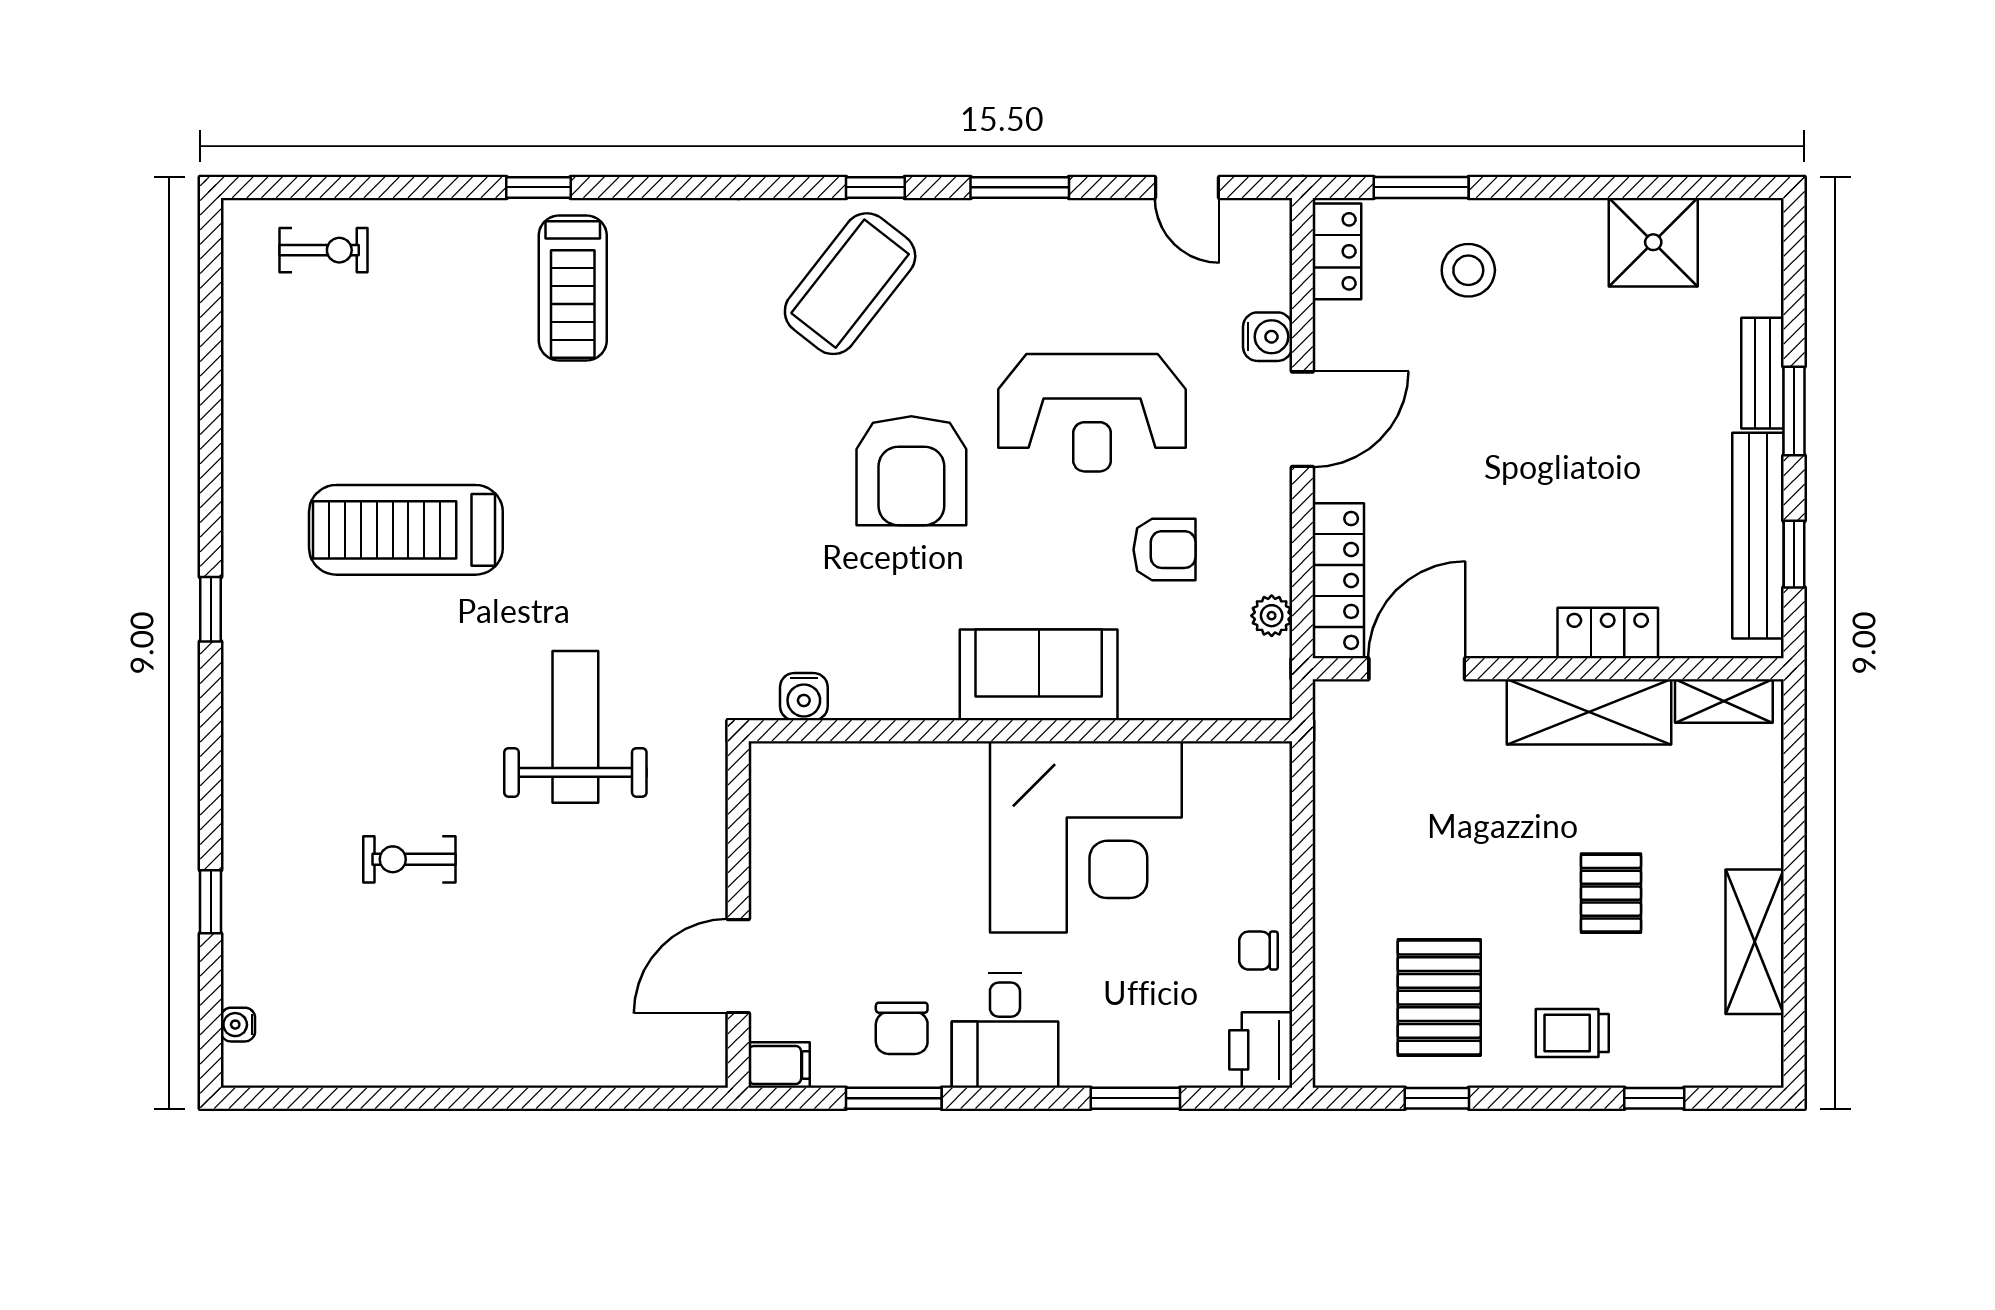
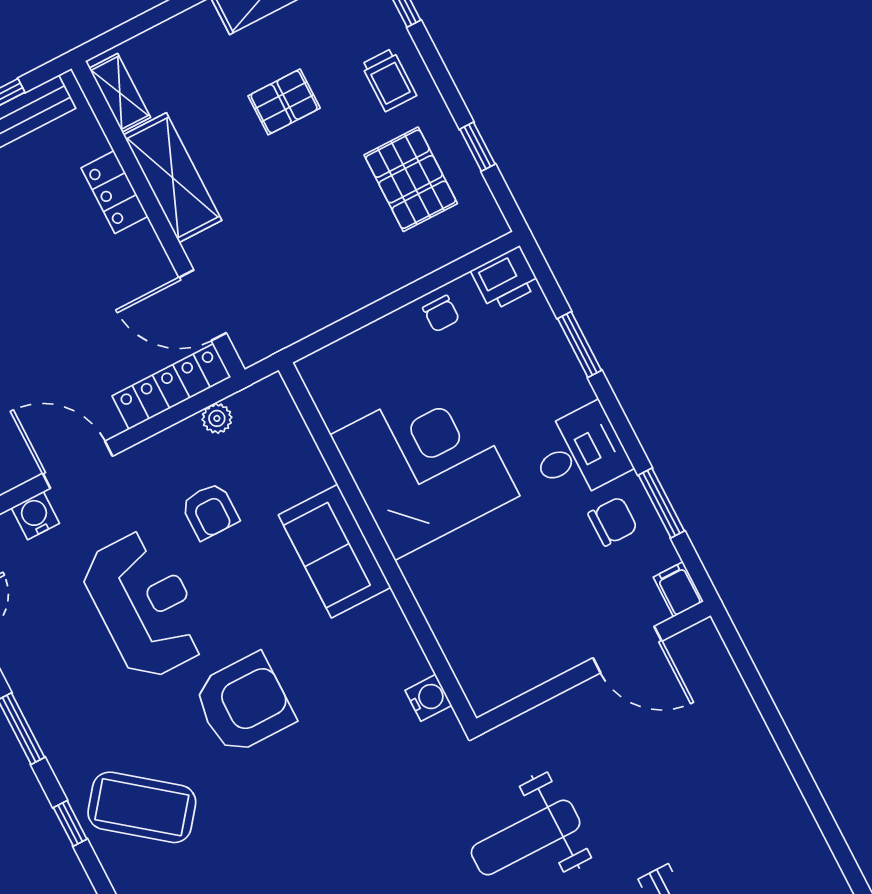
armchair: (1164, 550) -> (210, 511), turned 180
pallet: (1439, 998) -> (411, 179), turned 90

